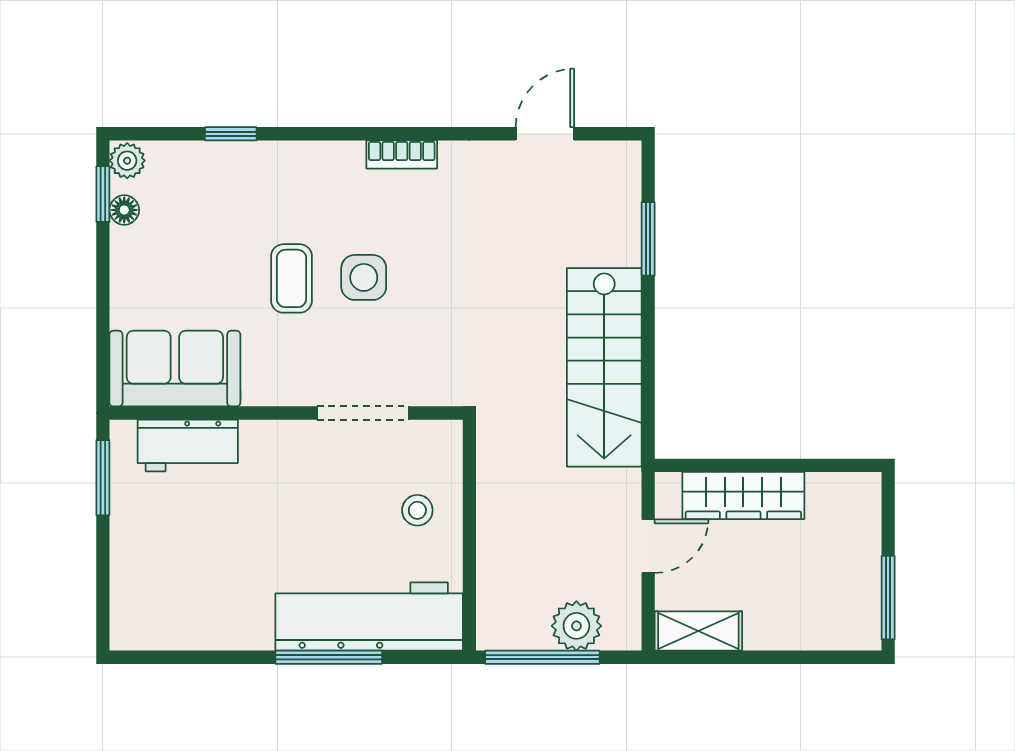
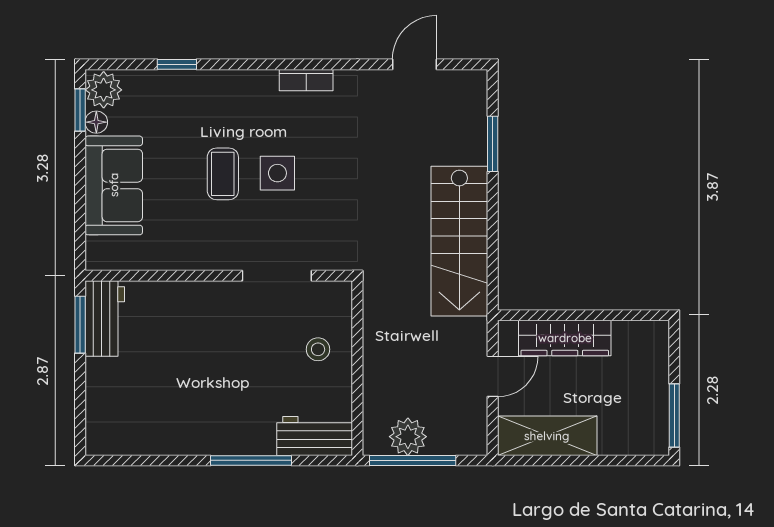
plant: (127, 161) -> (104, 90), width x1.38, depth x1.38
sofa: (175, 369) -> (114, 185), moved, turned 90
workbench: (188, 445) -> (105, 319), moved, turned -90
workbench: (369, 617) -> (315, 436), width x0.53, depth x0.76
plant: (576, 626) -> (408, 437), moved
shelving: (698, 631) -> (547, 436), width x1.50, depth x1.33

